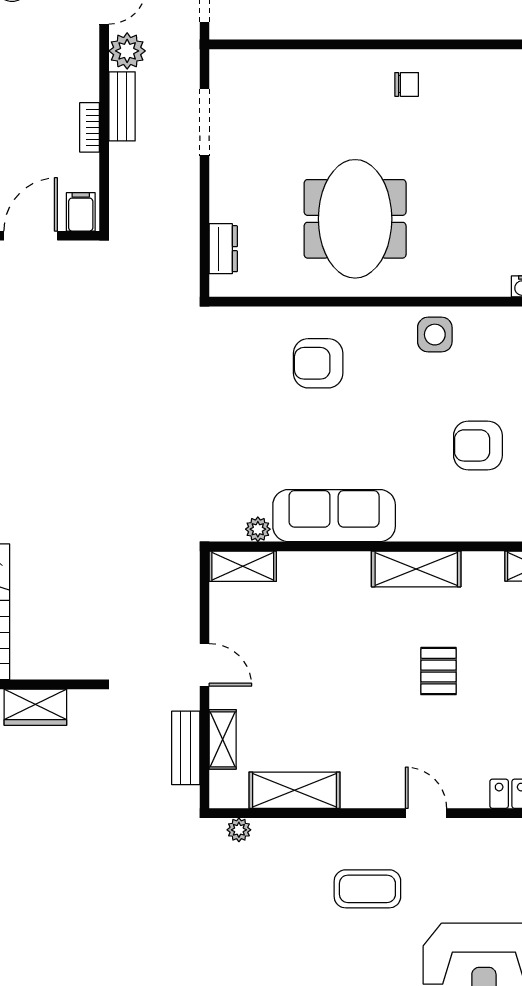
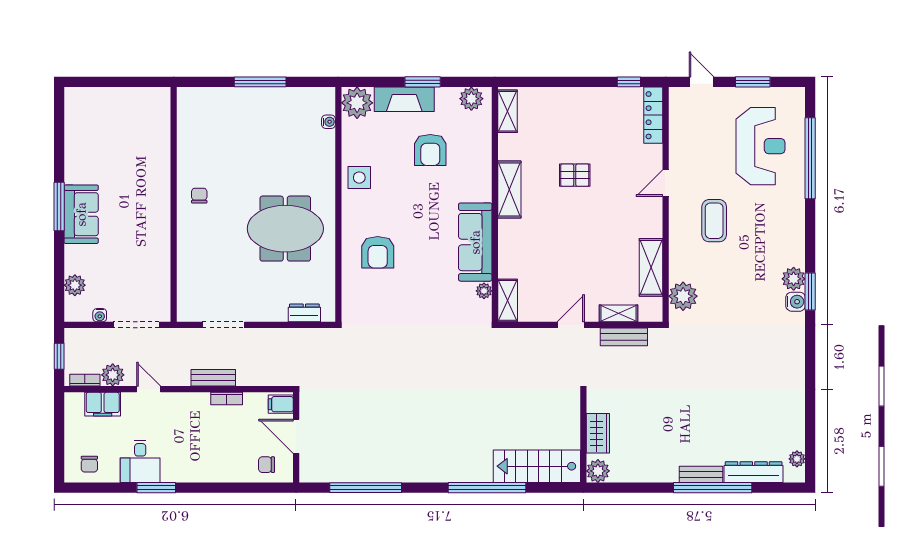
plant: (127, 51) -> (178, 375), removed
plant: (239, 830) -> (683, 296), width x1.88, depth x1.88

